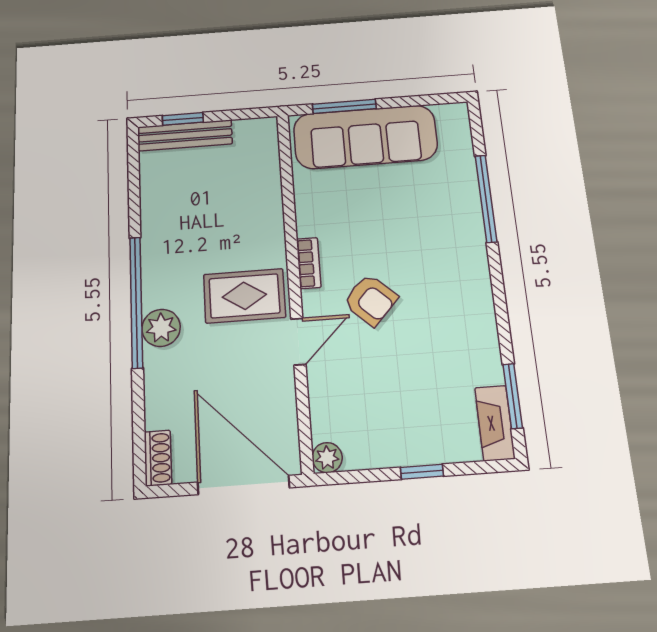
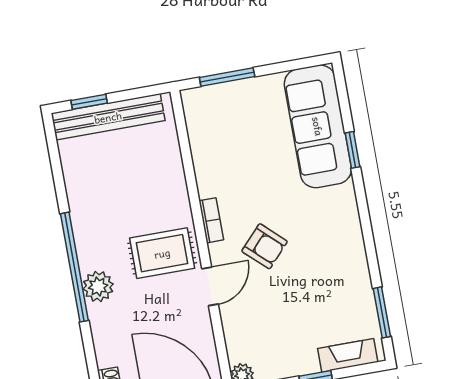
bench: (185, 135) -> (108, 117), width x1.37, depth x1.21
sofa: (365, 137) -> (318, 126), moved, turned 90
window: (486, 199) -> (353, 150), width x0.46
fireplace: (495, 423) -> (348, 355), moved, turned 90

